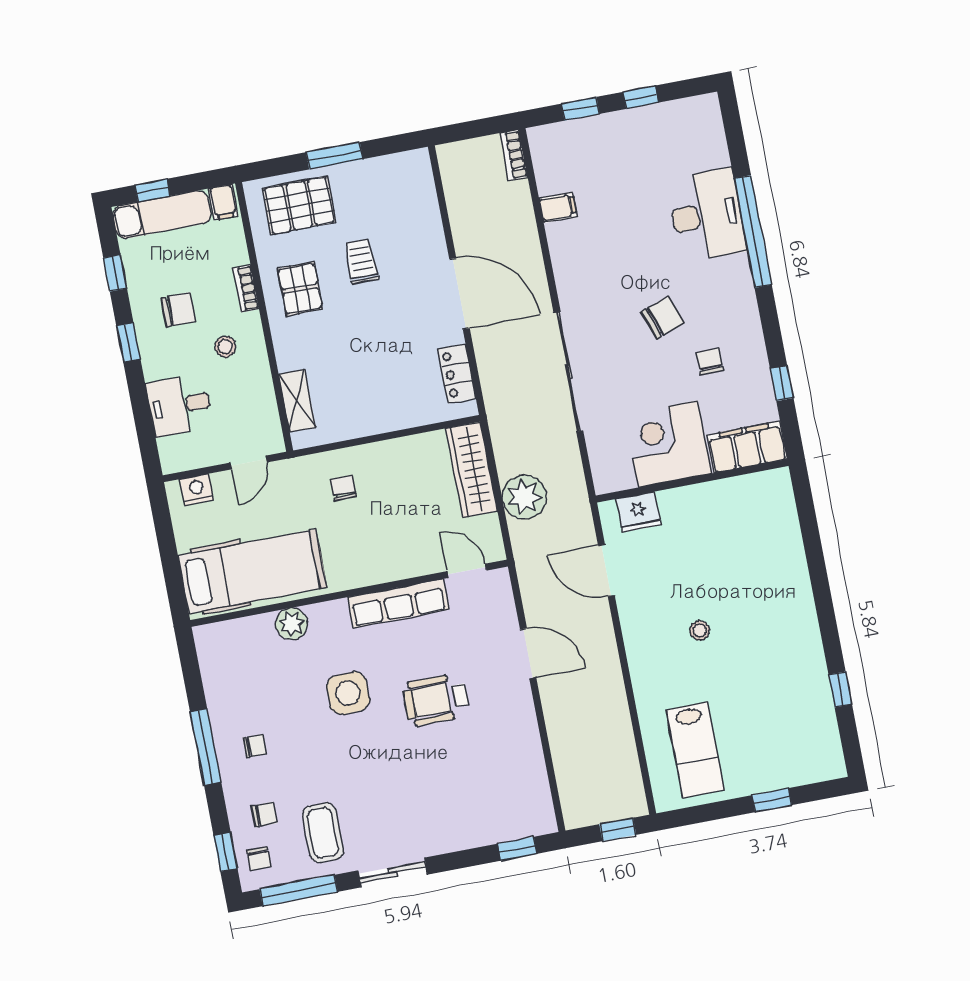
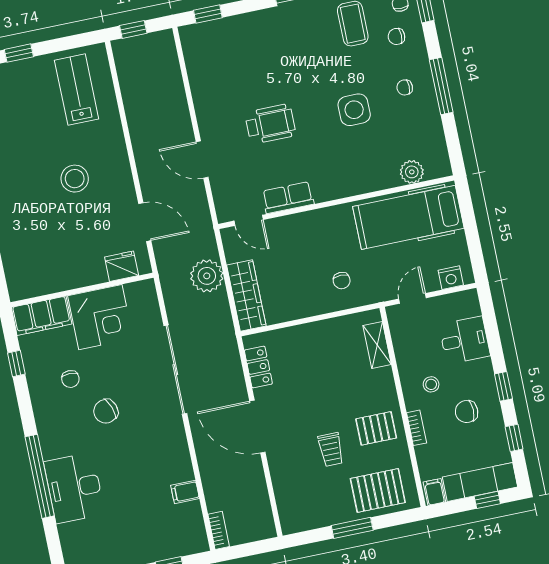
pallet: (300, 289) -> (376, 428), turned 90
row of seats: (398, 603) -> (288, 198), width x0.68
plant: (292, 624) -> (412, 172), moved
stool: (700, 630) -> (75, 179), width x1.89, depth x1.89
side table: (348, 693) -> (354, 110), moved

